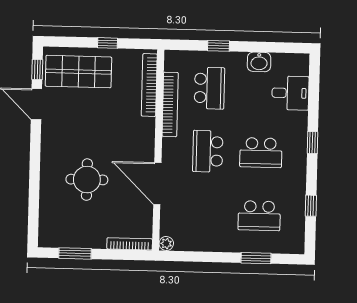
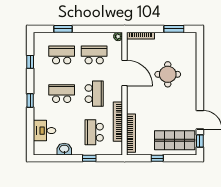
school desk: (206, 214) -> (94, 55), added

